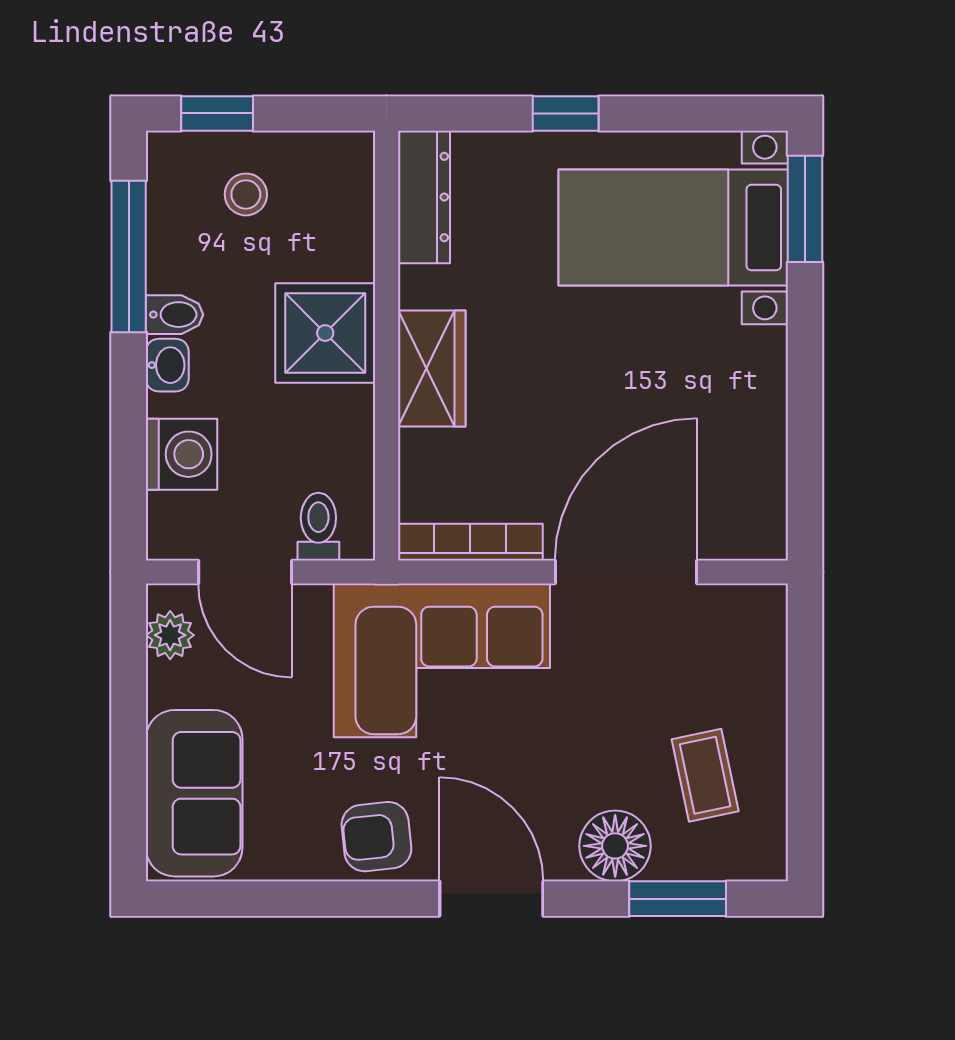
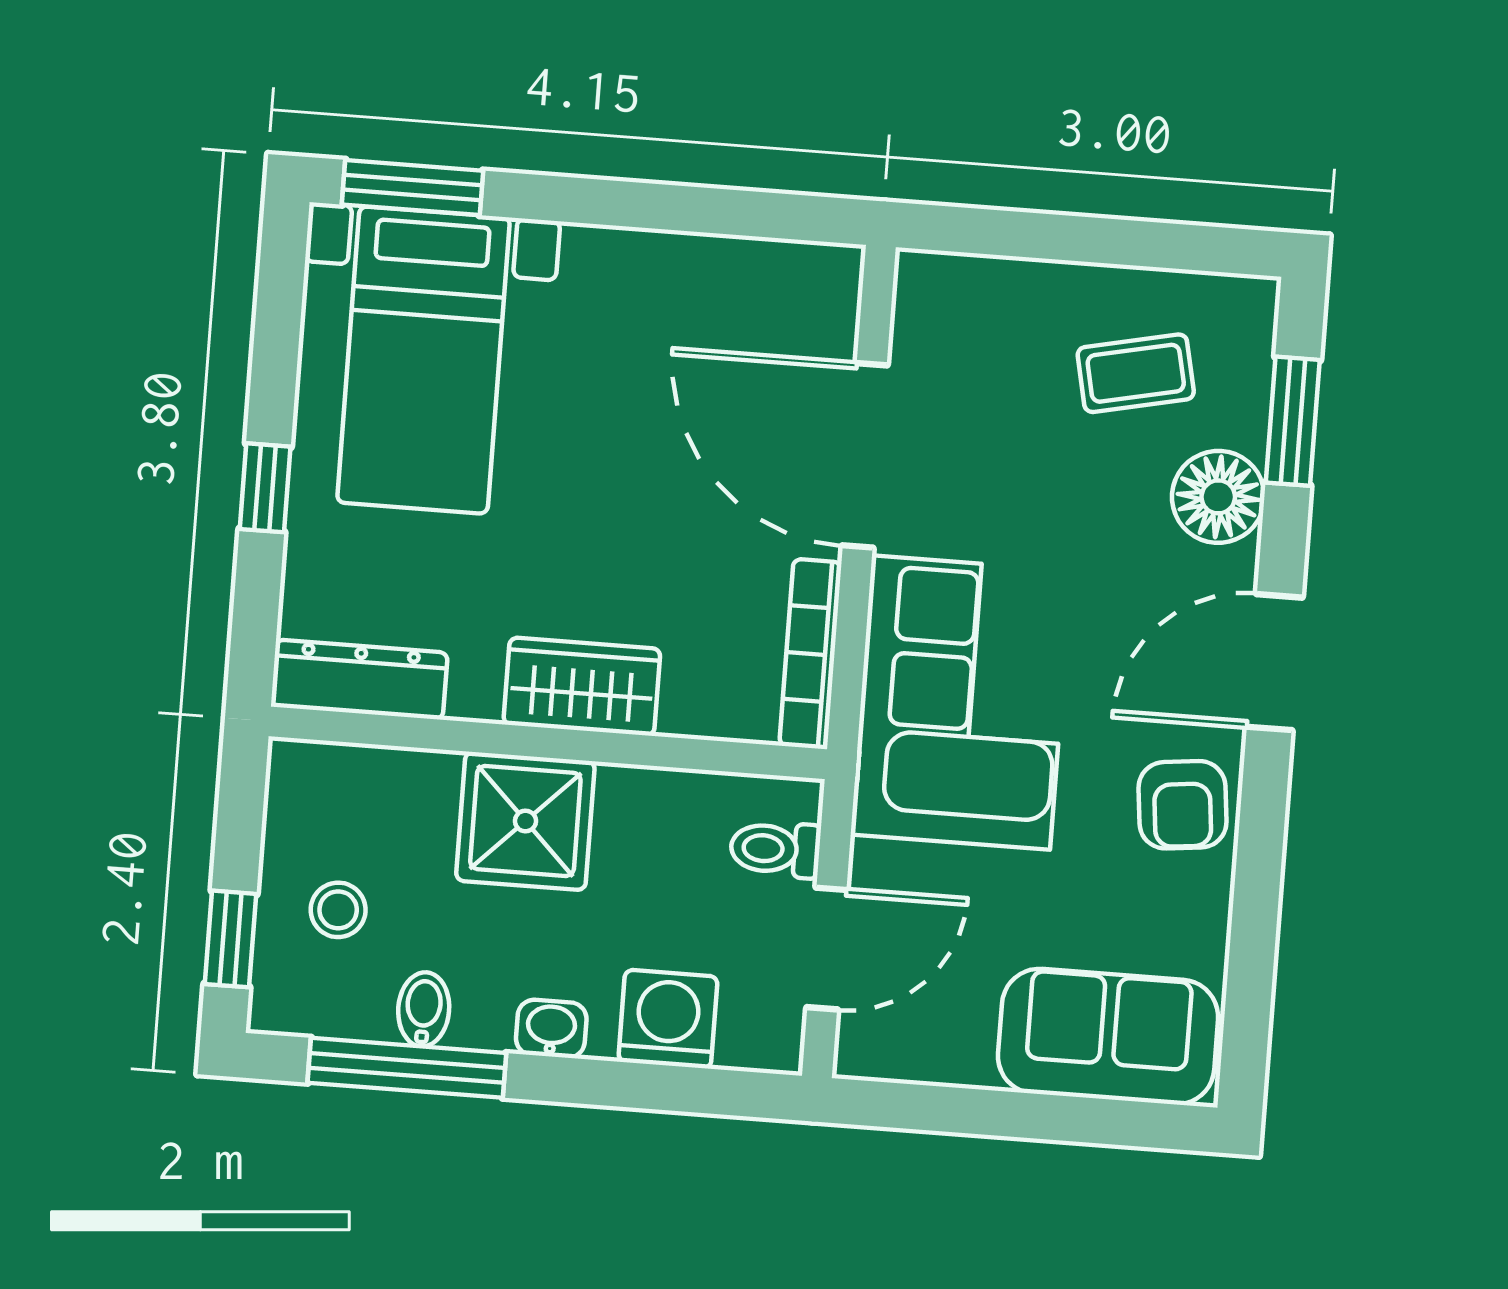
bidet: (175, 315) -> (424, 1009), moved
plant: (170, 635) -> (901, 1052), removed

